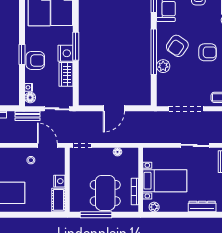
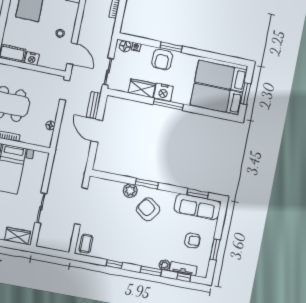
window: (154, 52) -> (147, 184), width x0.47
armchair: (208, 52) -> (135, 239), removed
bench: (28, 116) -> (94, 105), moved
door: (47, 145) -> (72, 54), hinge flipped

